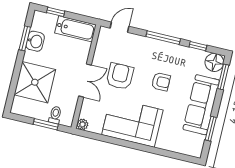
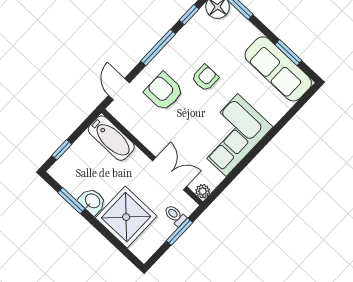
bathtub: (75, 29) -> (111, 138), moved, turned 90
washbasin: (35, 41) -> (92, 201), moved
armchair: (120, 76) -> (164, 92), moved
double door: (85, 81) -> (170, 174), moved
sofa: (201, 105) -> (278, 69), moved

